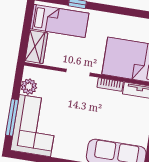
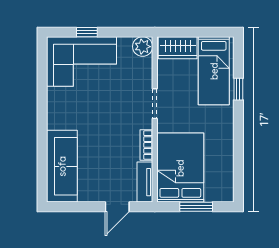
plant: (29, 87) -> (143, 47), moved
window: (12, 117) -> (87, 32), width x0.46

